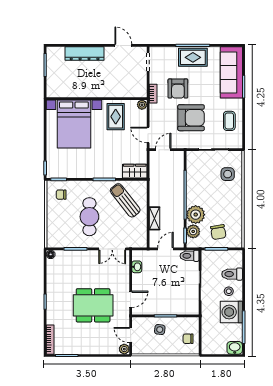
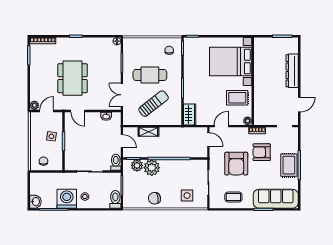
sun lounger: (125, 200) -> (154, 104), moved
chair: (218, 232) -> (154, 198), moved
toilet: (232, 274) -> (115, 199), moved

